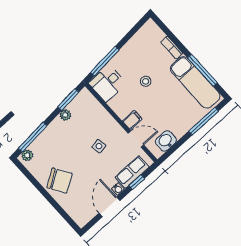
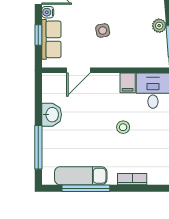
exam couch: (195, 82) -> (81, 176), width x0.73, depth x0.69
filing cabinet: (132, 120) -> (128, 83), moved
washbasin: (166, 141) -> (52, 115), moved

